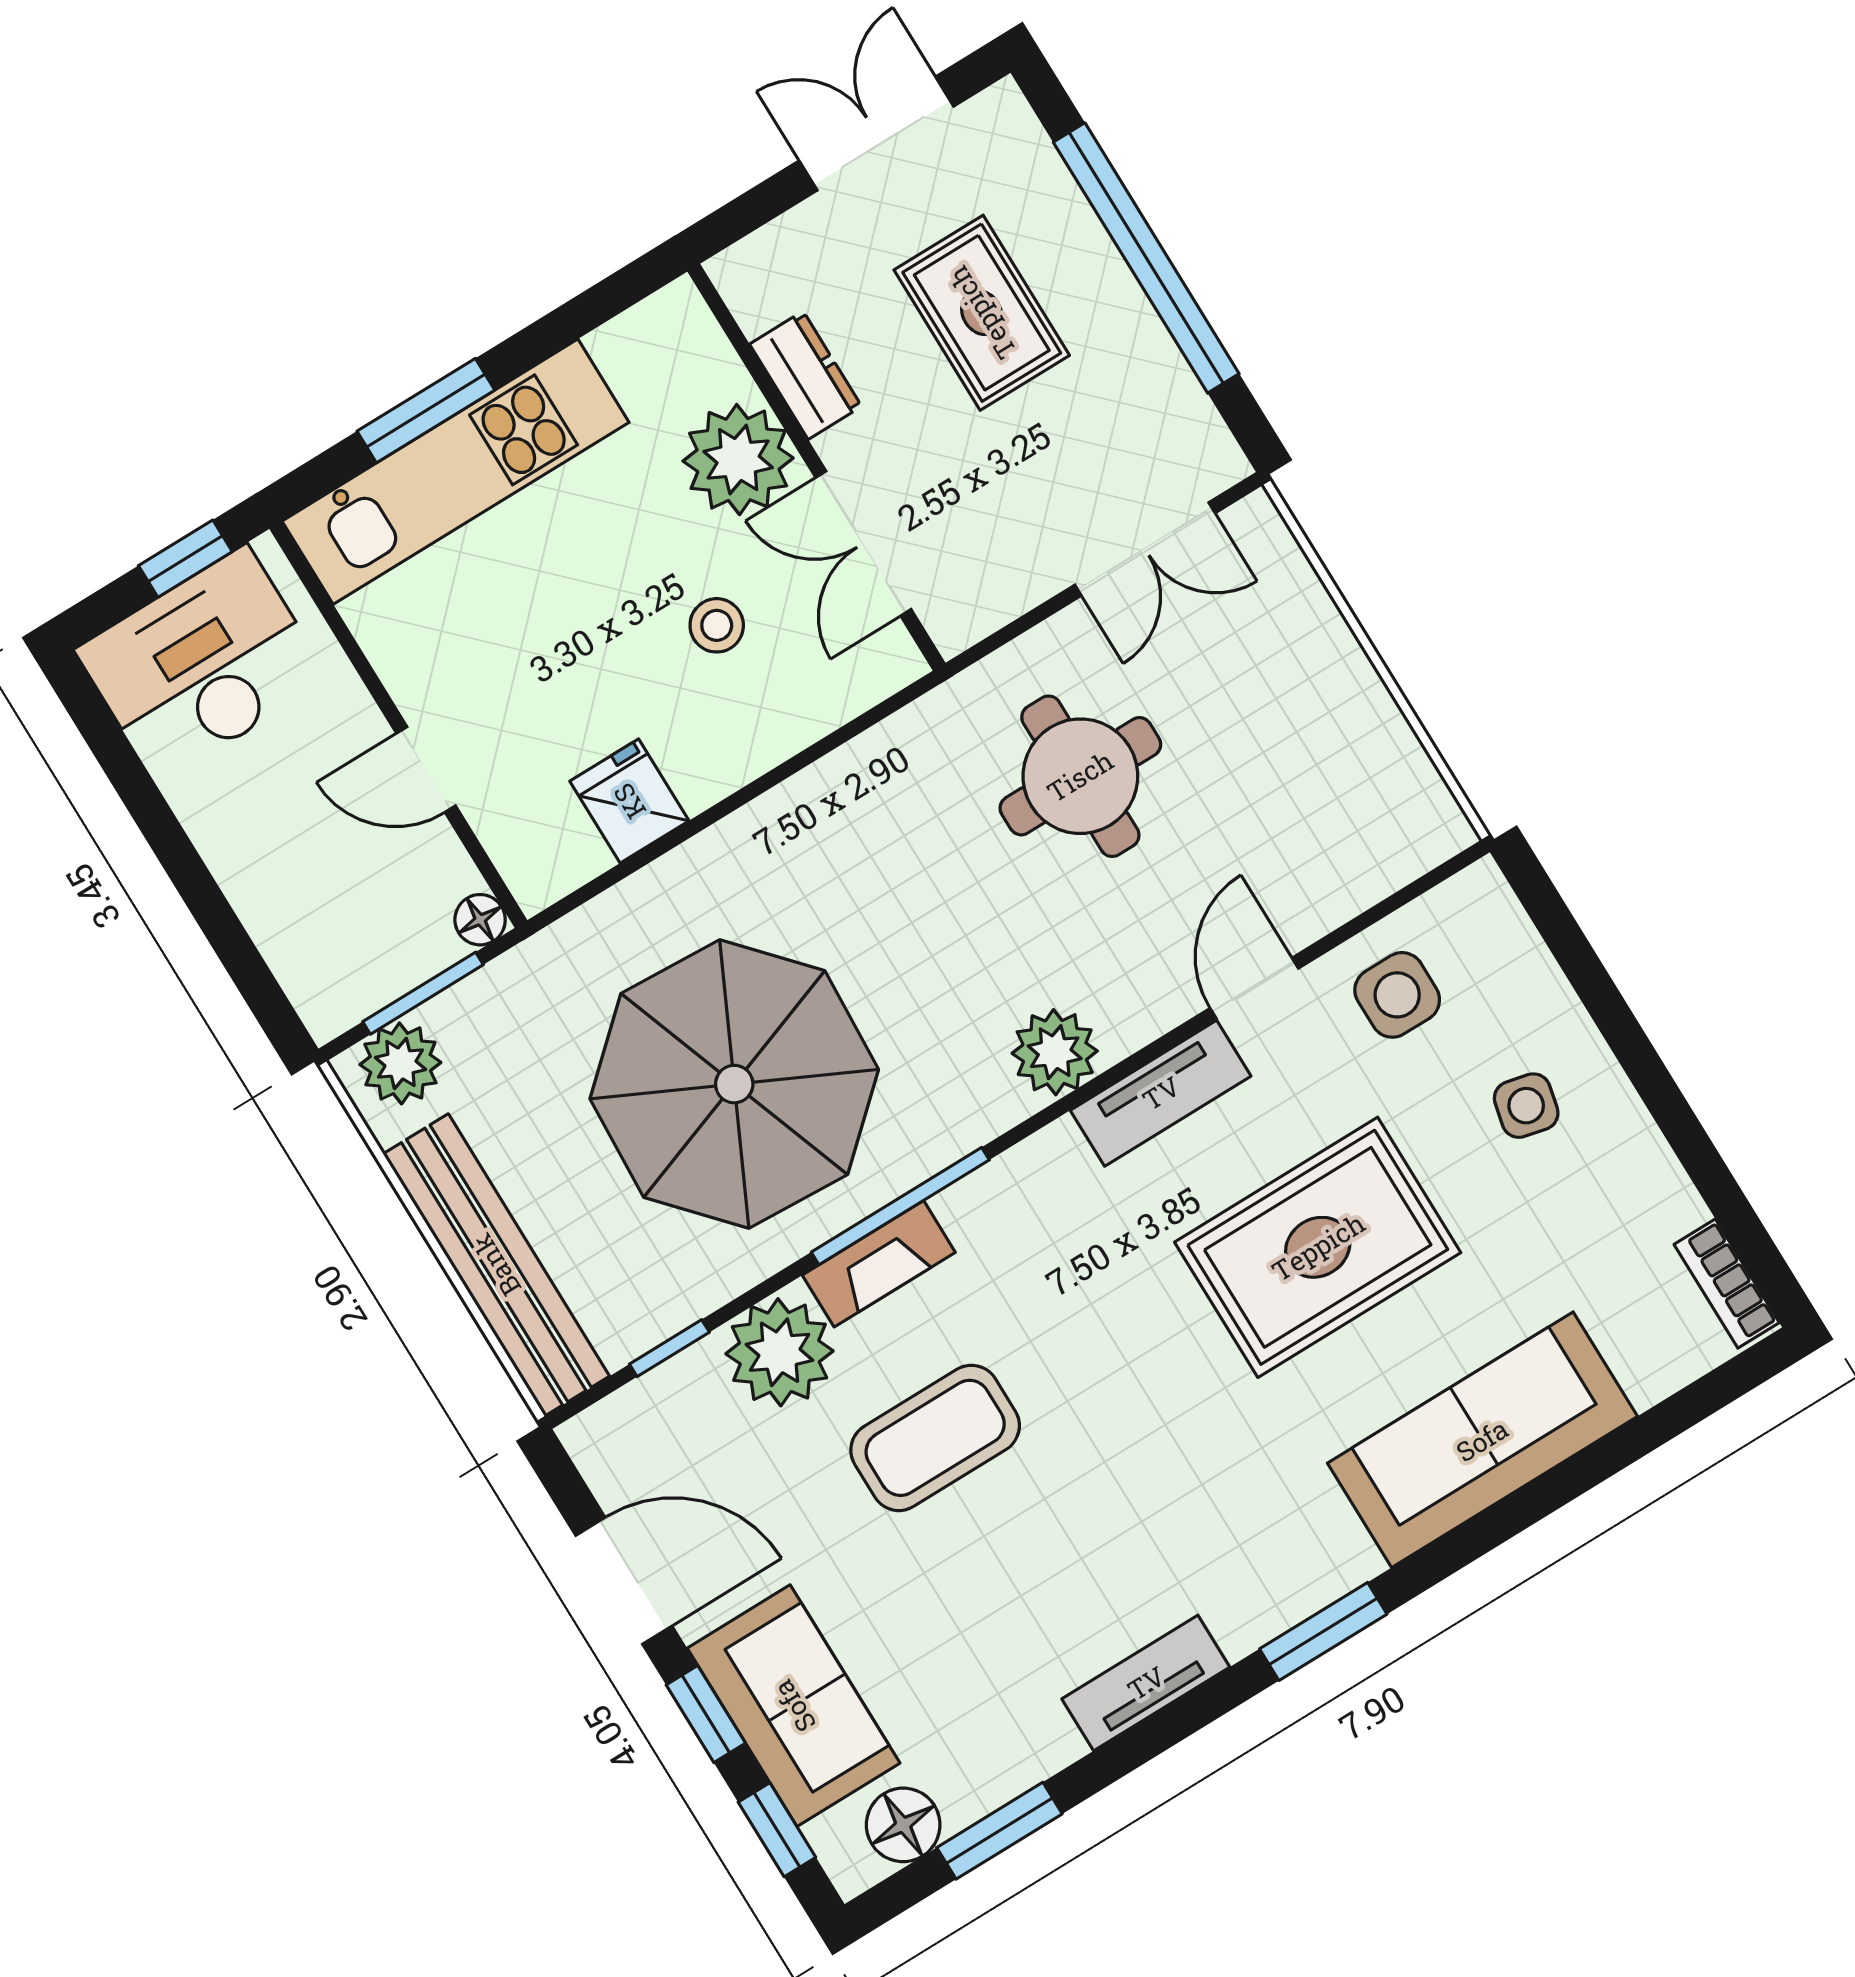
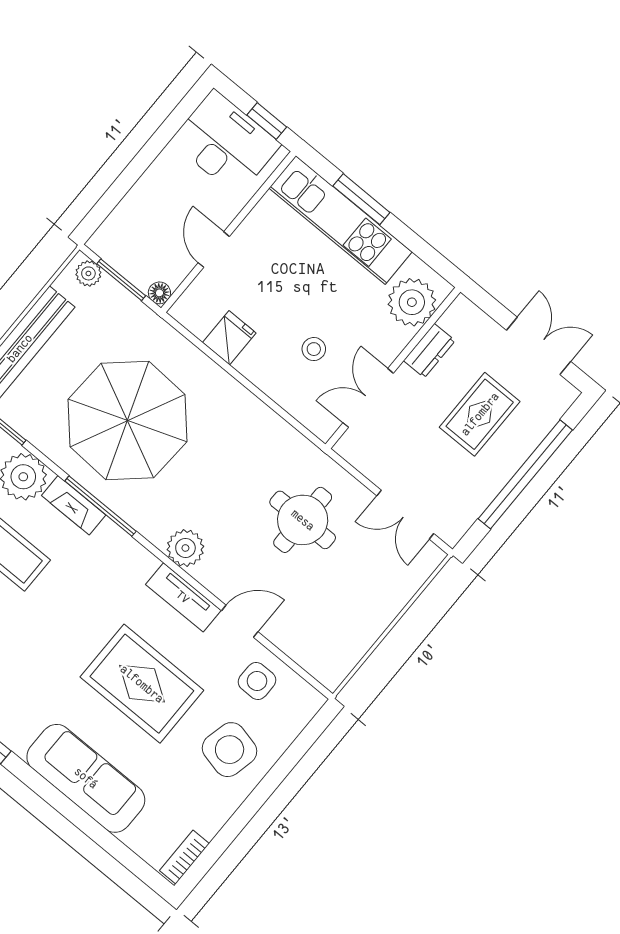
plant: (738, 460) -> (412, 302), moved
plant: (400, 1063) -> (88, 273), width x0.73, depth x0.73
side table: (1526, 1106) -> (230, 750), width x1.87, depth x1.87

